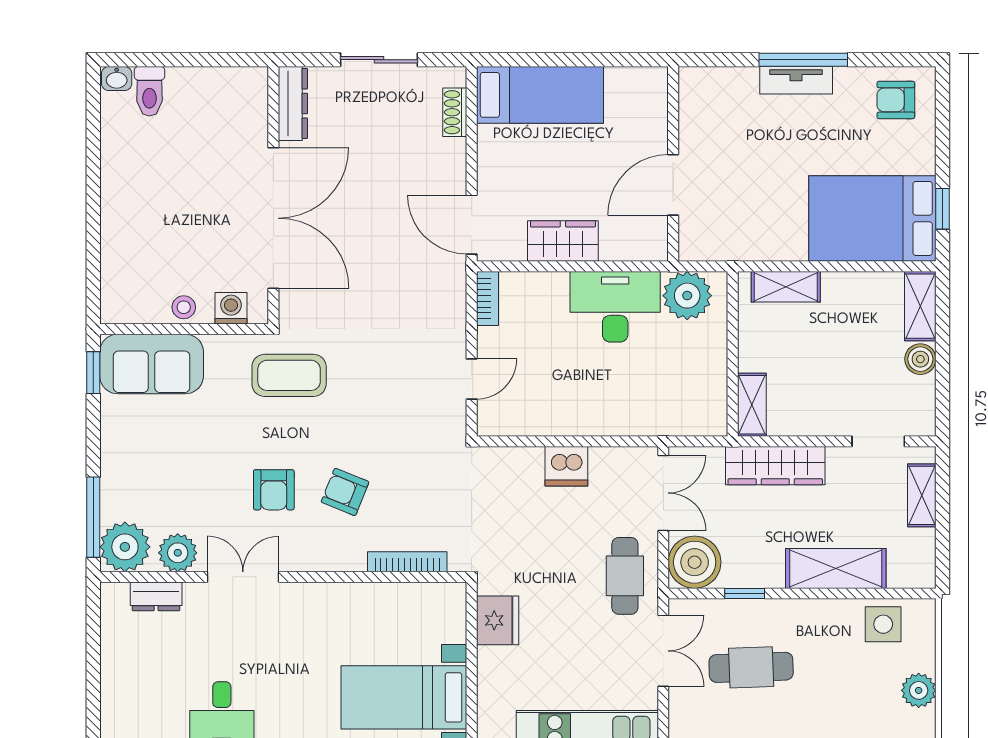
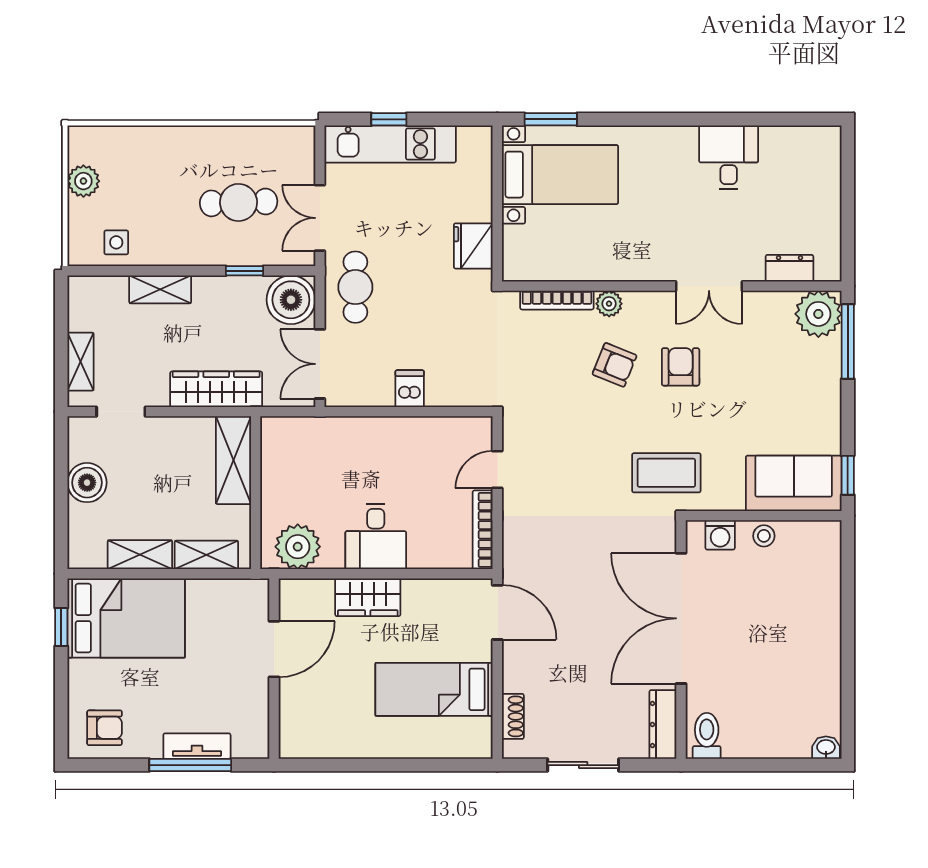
toilet: (149, 91) -> (707, 736), moved
bed: (540, 95) -> (434, 689), moved
wall: (673, 164) -> (274, 669), moved
door: (673, 185) -> (274, 649), moved
wardrobe: (563, 241) -> (368, 597), moved
bookcase: (487, 298) -> (483, 530), width x1.56
shelving: (920, 306) -> (140, 555), moved, turned 90
desk: (615, 307) -> (376, 536), width x0.73
boiler: (920, 359) -> (87, 483), width x1.36, depth x1.36
shelving: (752, 405) -> (233, 460), width x1.50, depth x1.33
dishwasher: (566, 466) -> (410, 389), width x0.73
plant: (178, 553) -> (609, 304), moved, width x0.73, depth x0.73
shelving: (836, 568) -> (160, 289), width x0.67, depth x0.75
side table: (883, 624) -> (116, 242), width x0.73, depth x0.73

